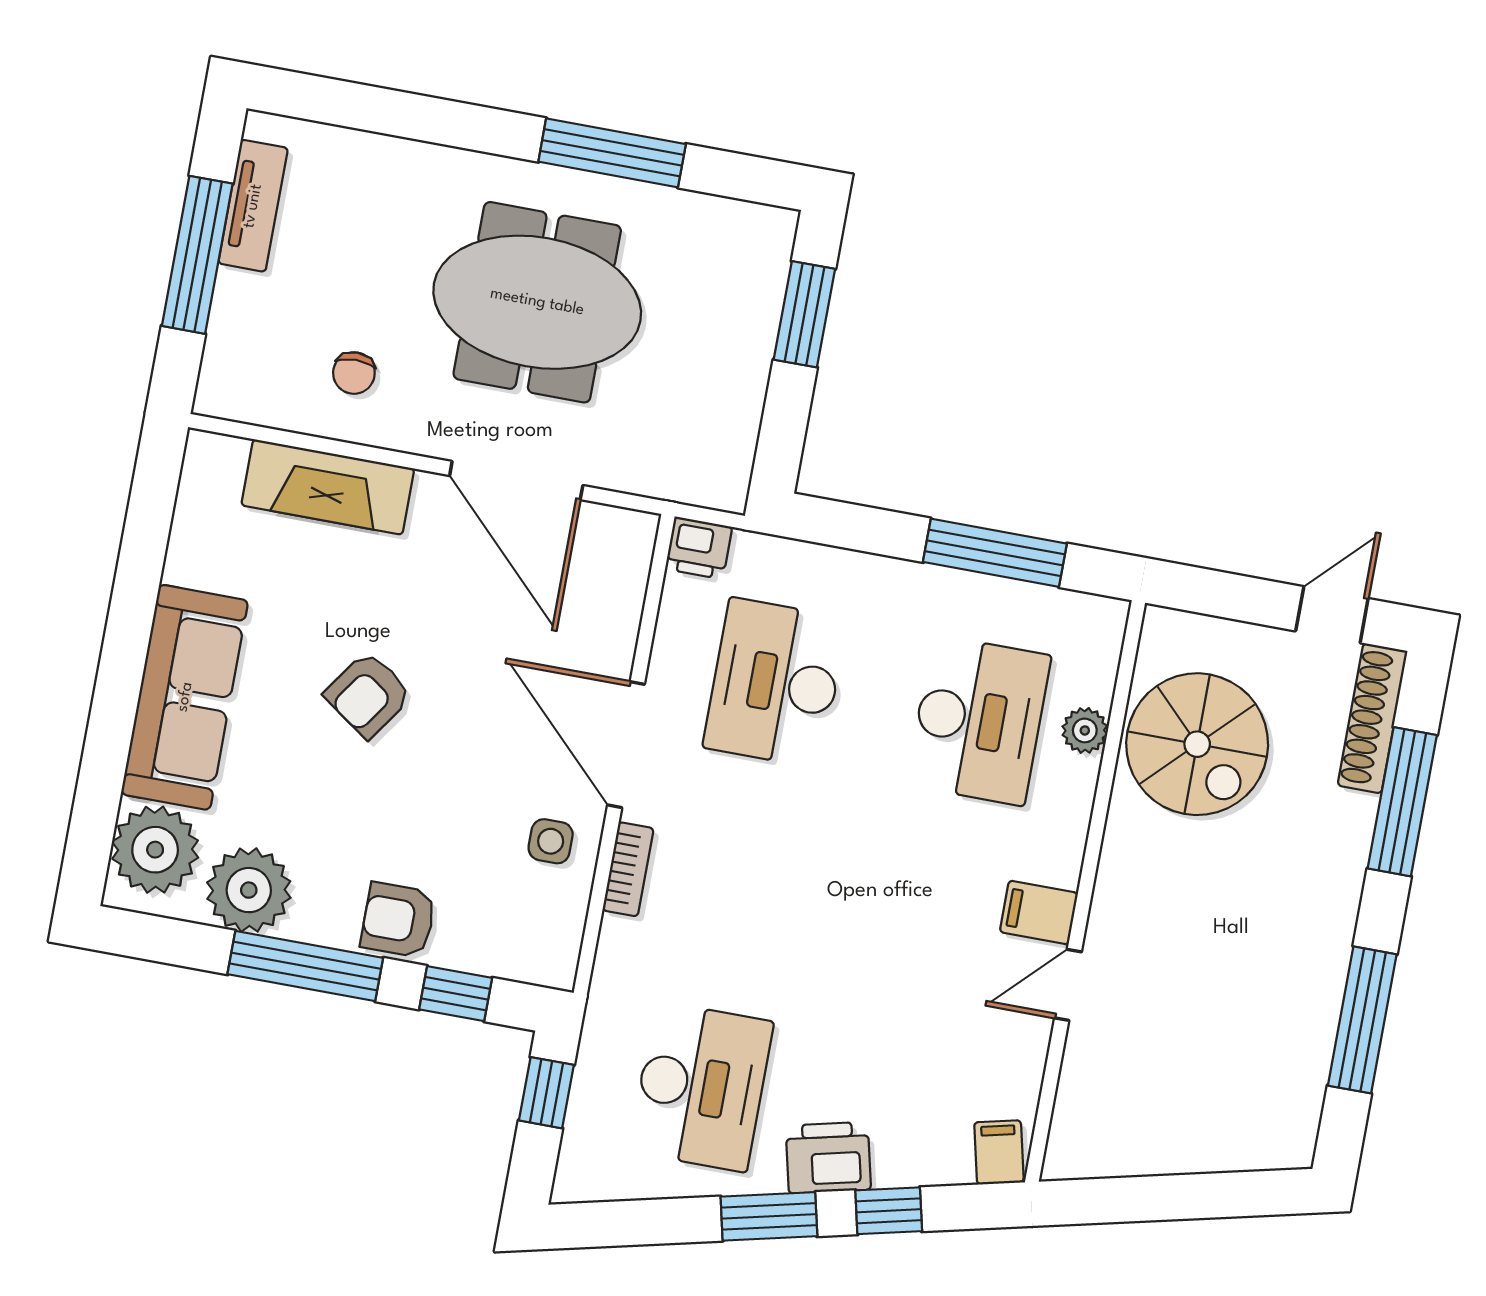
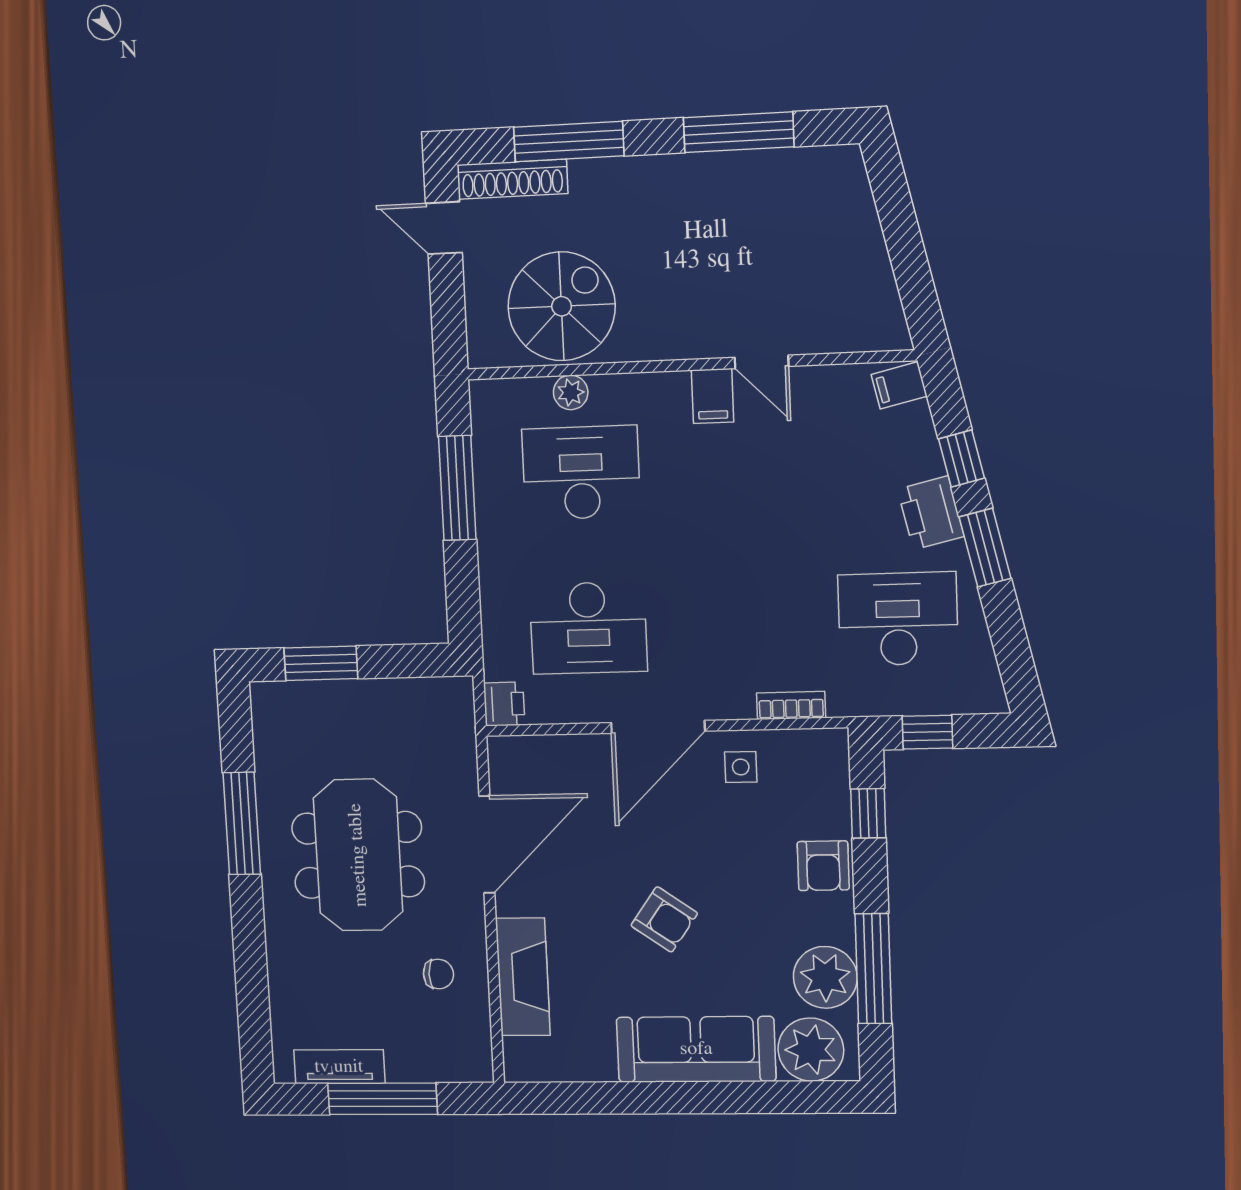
bookcase: (628, 869) -> (791, 705), moved
window: (305, 966) -> (873, 969), moved

